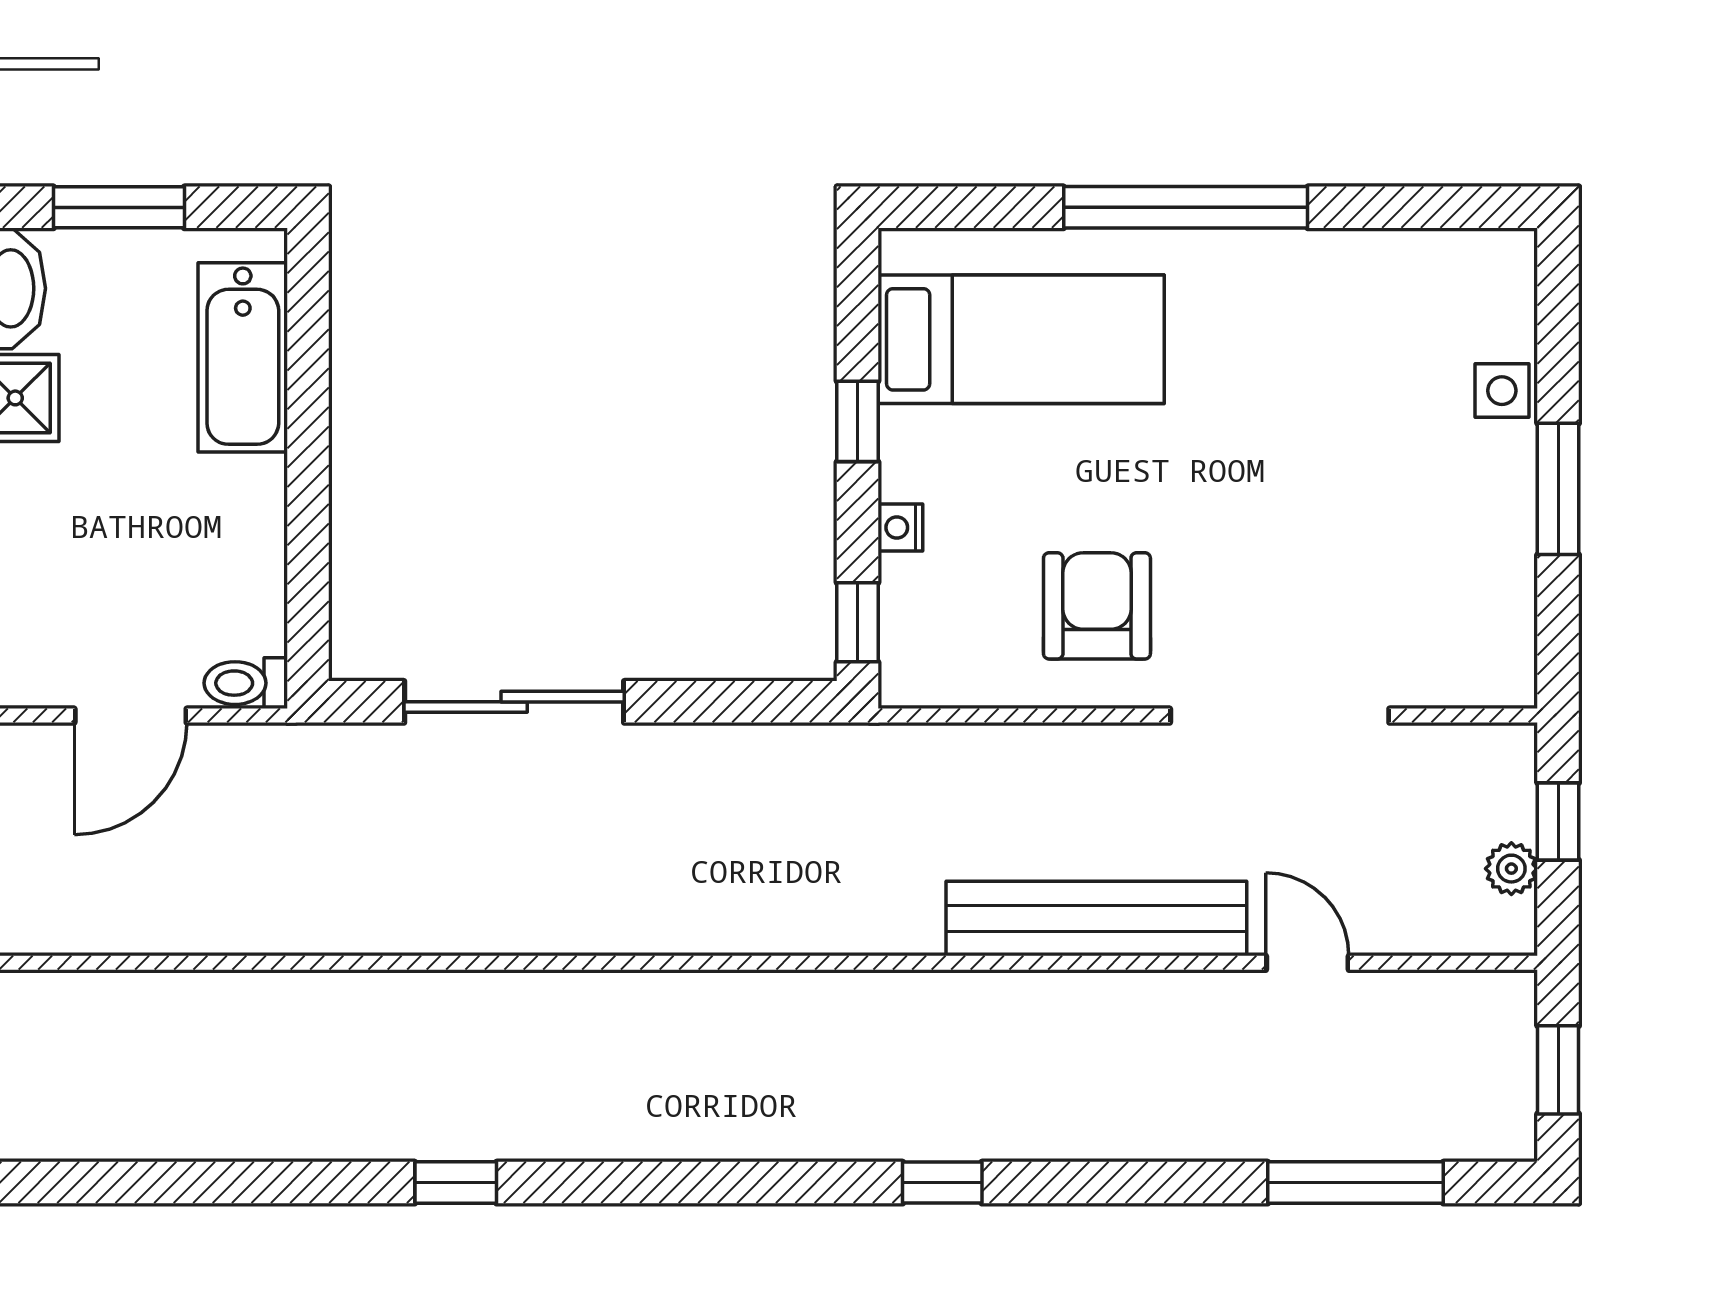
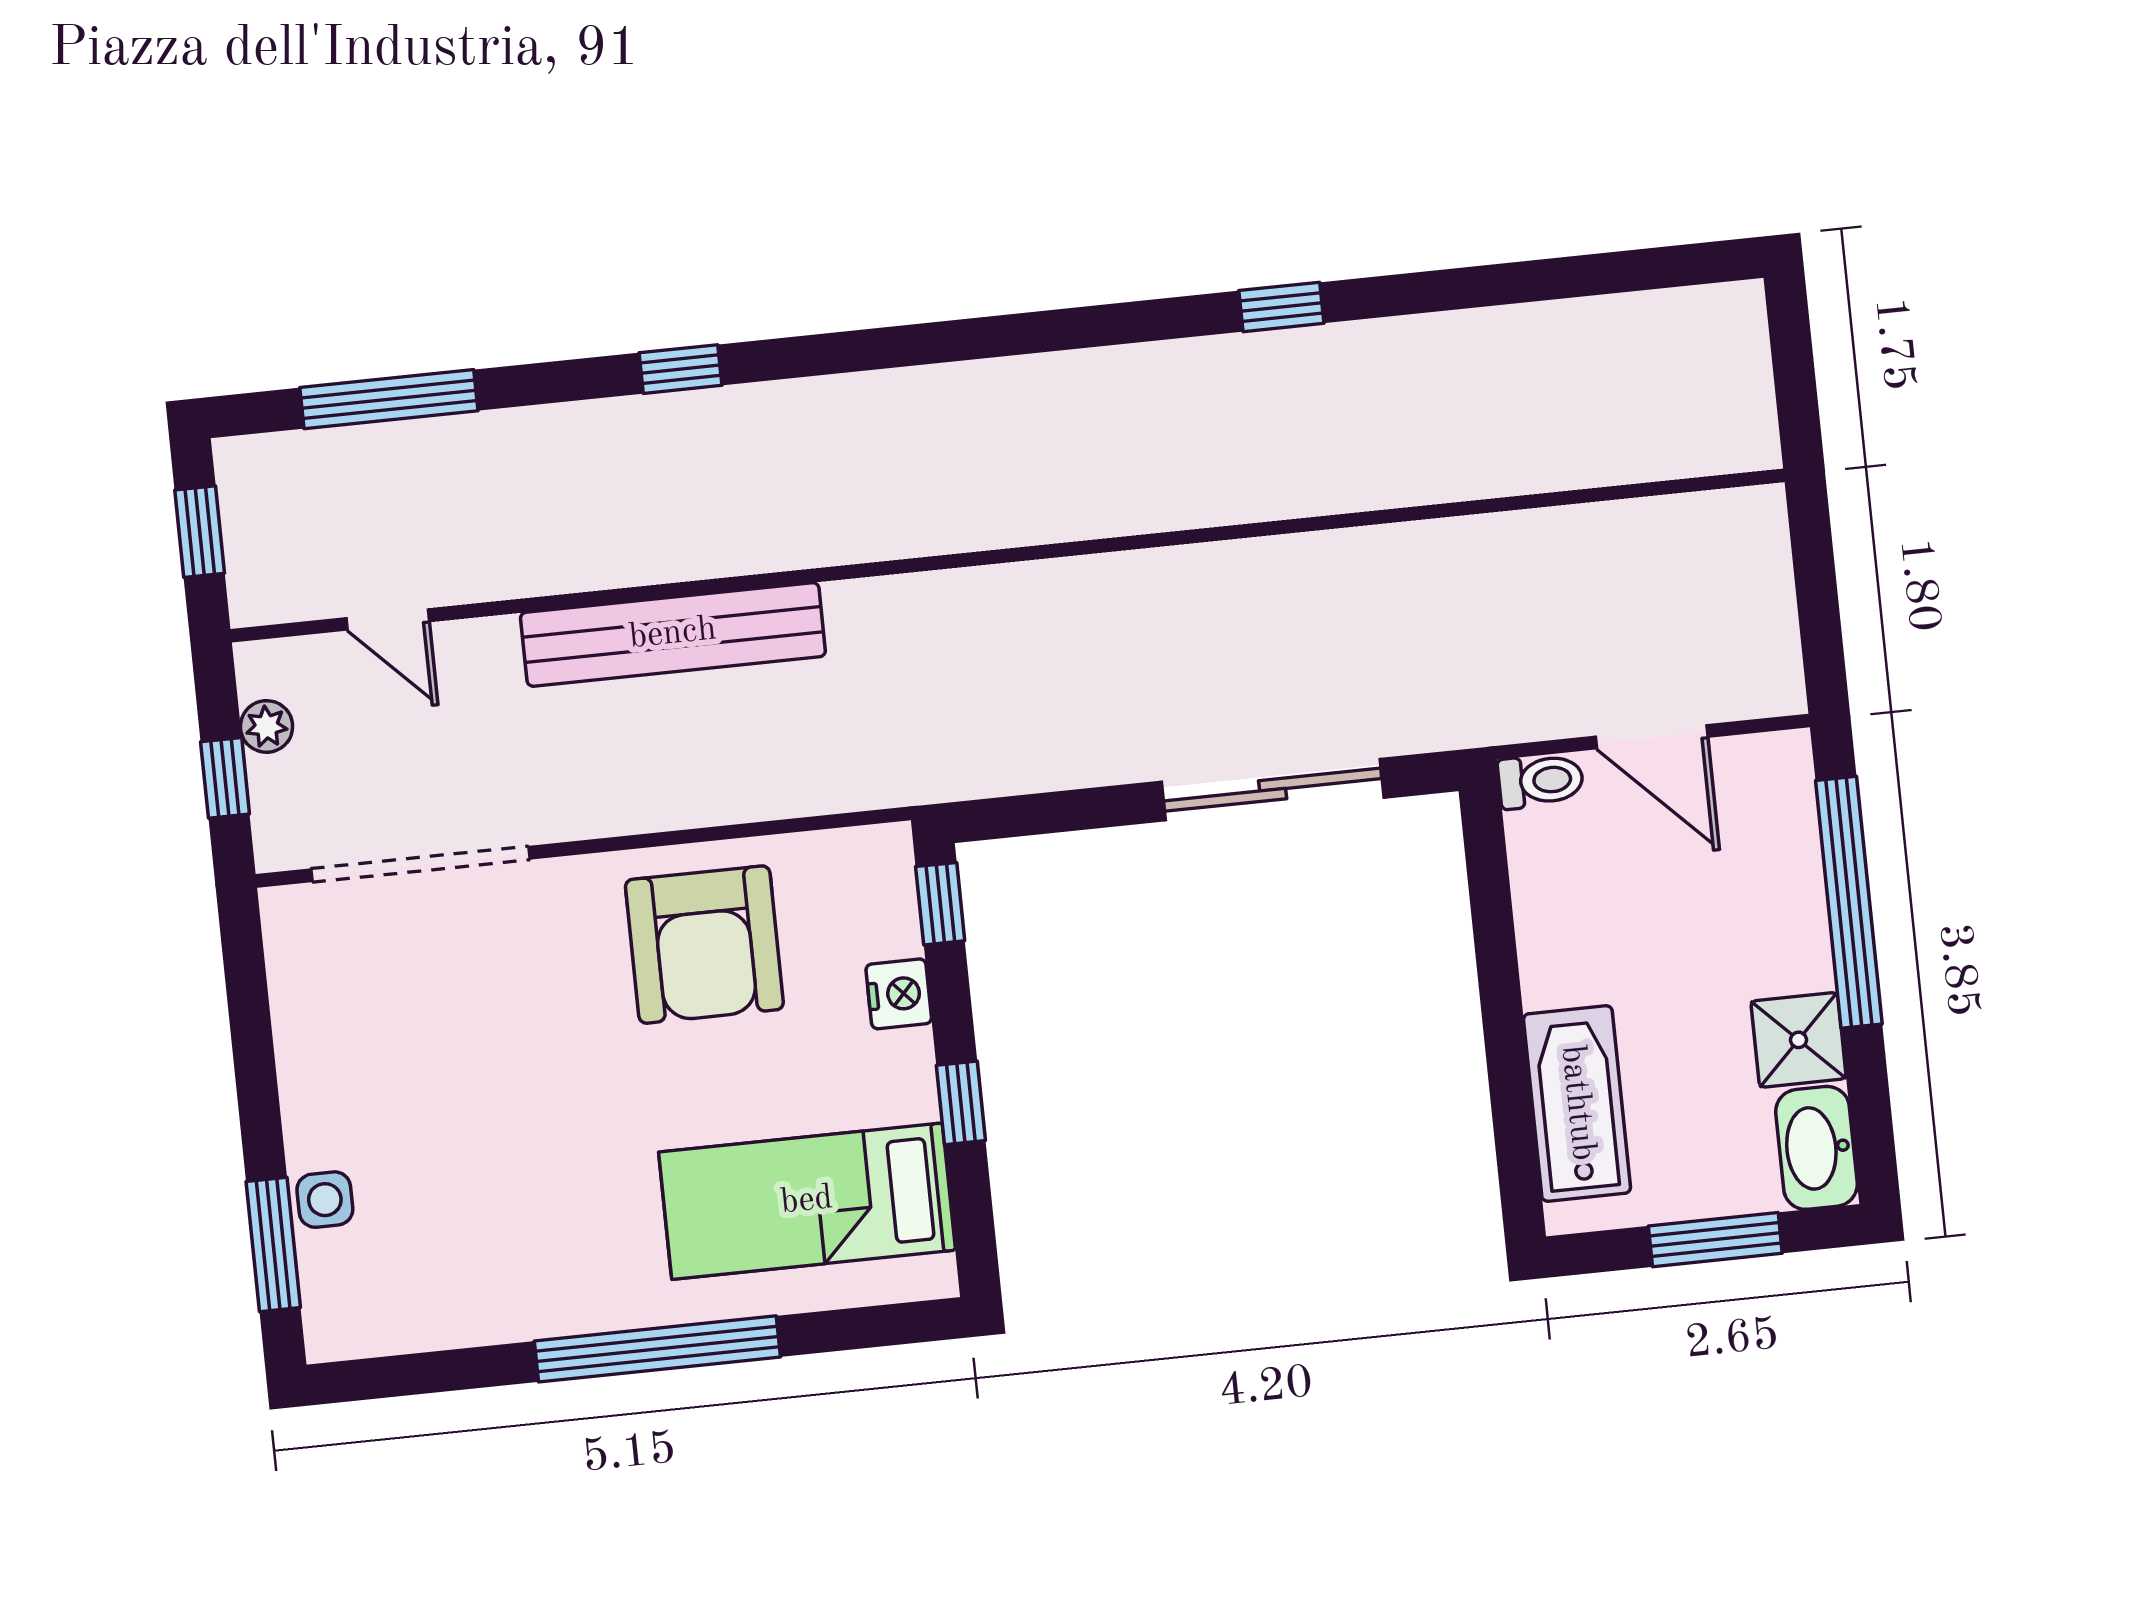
window: (1558, 489) -> (273, 1245), moved
nightstand: (900, 527) -> (899, 994), width x1.39, depth x1.35
armchair: (1097, 606) -> (704, 945), width x1.36, depth x1.36
door: (131, 716) -> (1652, 737), swing flipped
doorway: (1280, 716) -> (420, 864), moved
door: (1307, 963) -> (388, 620), moved
window: (942, 1183) -> (680, 369), moved

